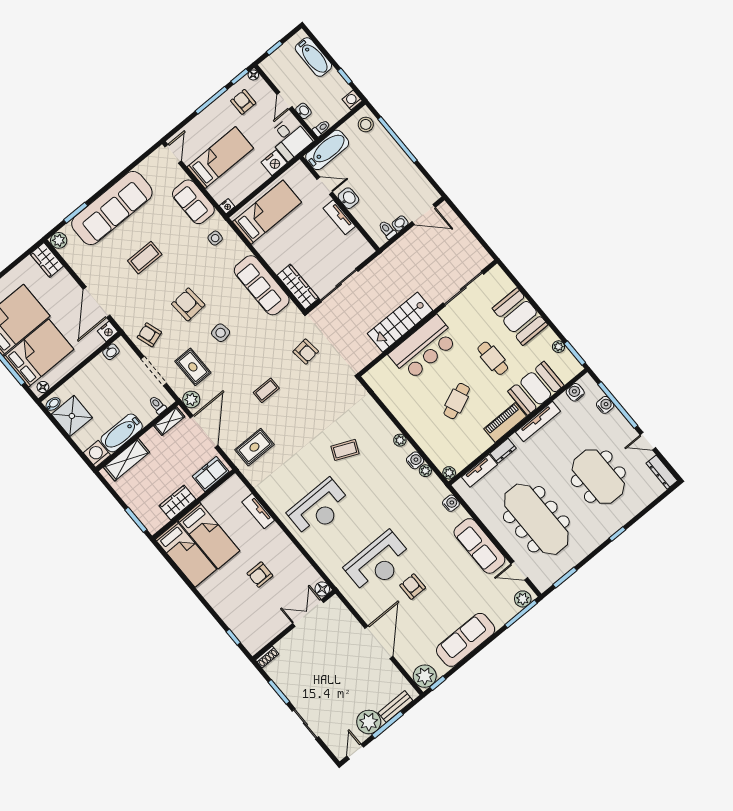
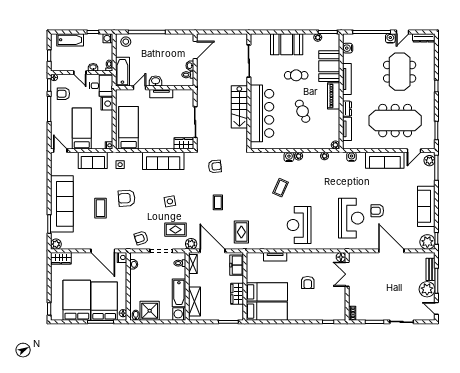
wardrobe: (298, 287) -> (184, 143), width x0.67
armchair: (188, 304) -> (127, 198), moved
bar counter: (423, 348) -> (262, 113), width x1.36
water cooler: (605, 405) -> (390, 38), moved
water cooler: (415, 460) -> (289, 157), moved
meeting table: (598, 477) -> (400, 72), turned 90
reception desk: (319, 508) -> (299, 225), turned 180

